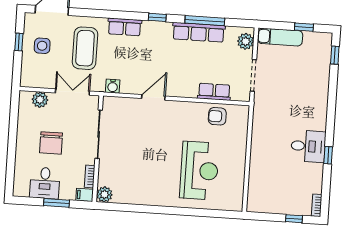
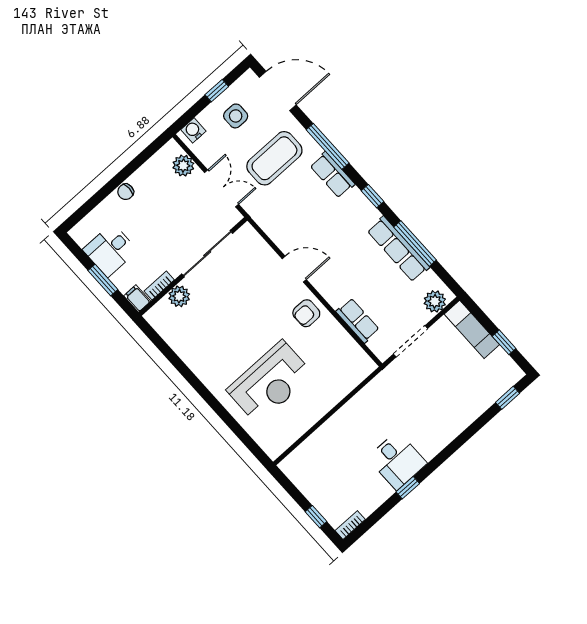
window: (107, 14) -> (328, 146), added
water cooler: (113, 86) -> (193, 130), moved, turned 90
armchair: (217, 116) -> (306, 313), moved, turned -90
chair: (51, 143) -> (126, 192), moved, width x0.54, depth x0.54
plant: (104, 194) -> (179, 296), moved

